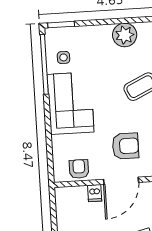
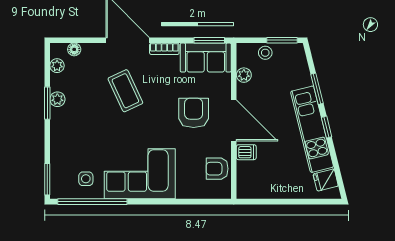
window: (126, 21) -> (47, 103), added
plant: (125, 35) -> (57, 99), width x0.53, depth x0.53

